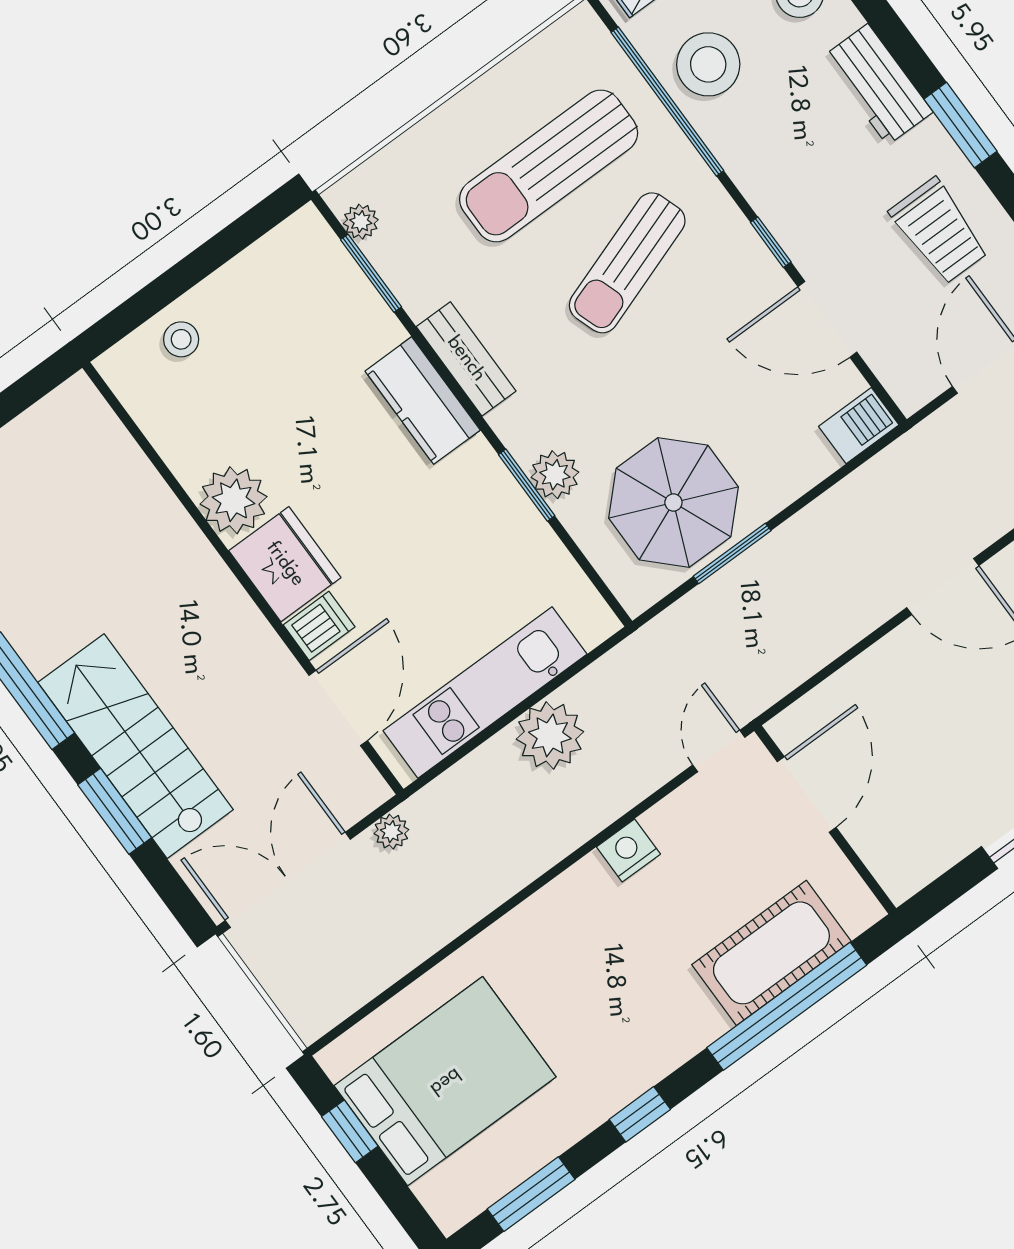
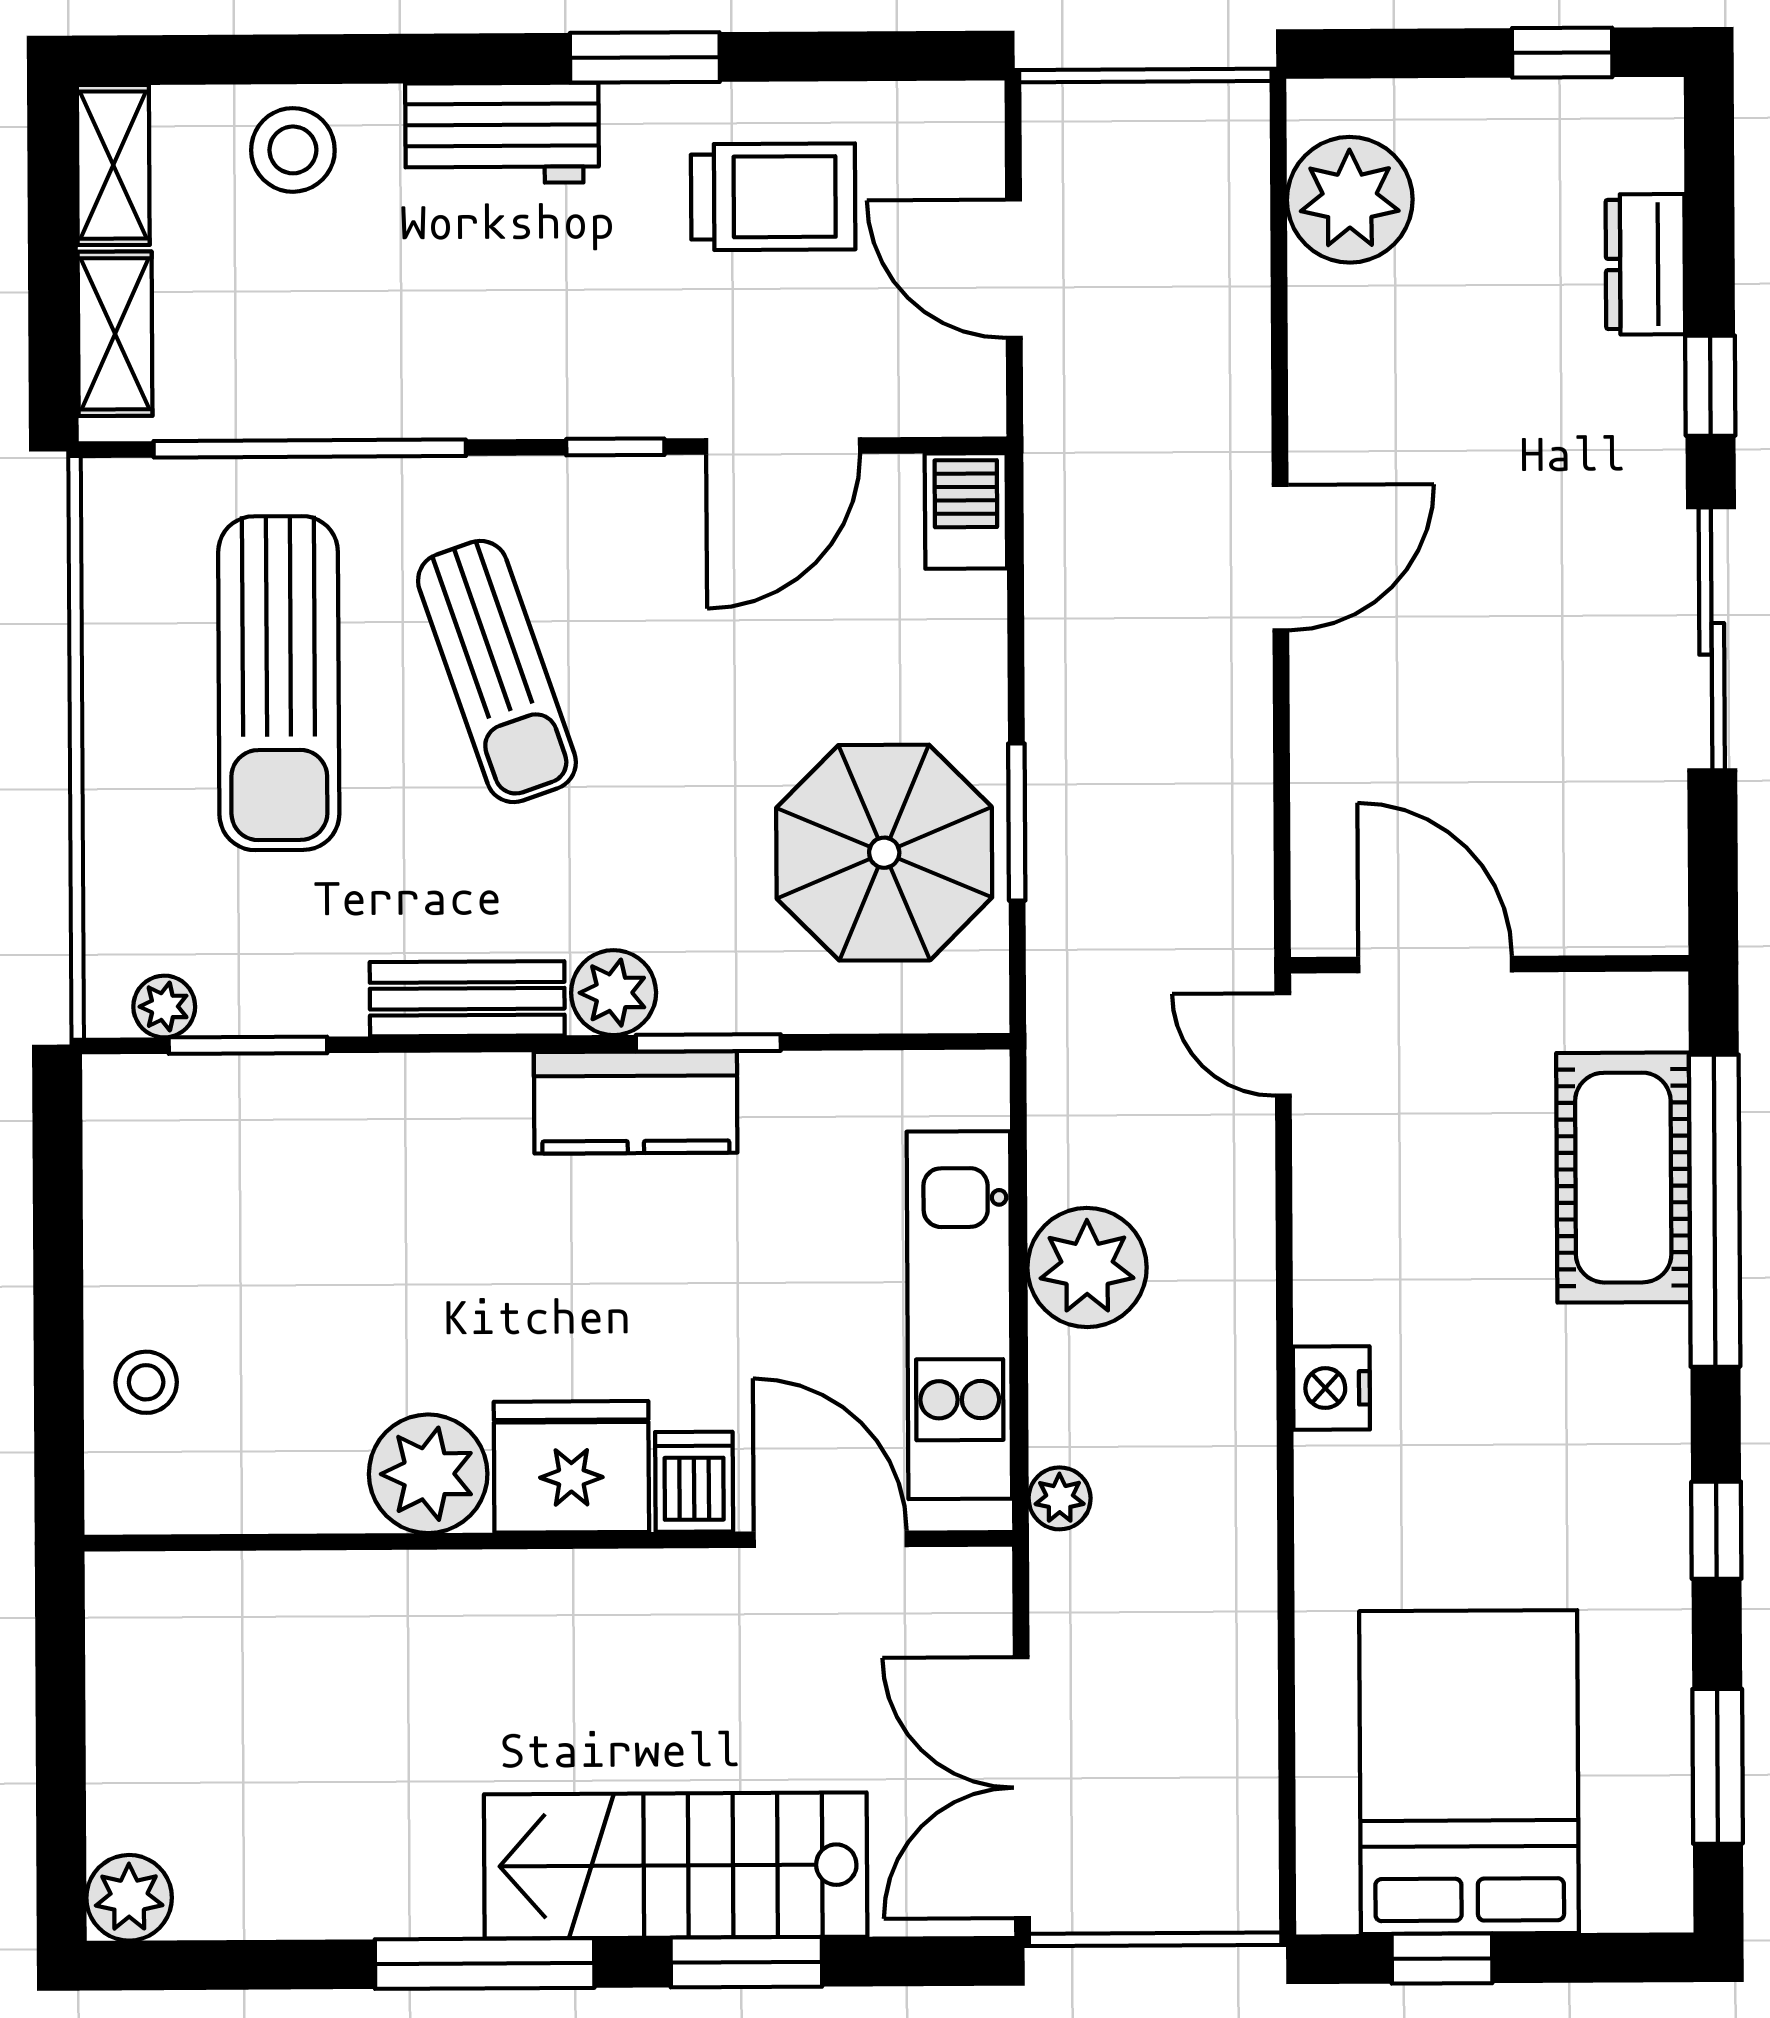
stool: (708, 64) -> (299, 352), removed
kitchen counter: (423, 401) -> (636, 1102), moved
plant: (555, 475) -> (614, 993), moved
plant: (391, 832) -> (1060, 1498), moved
nightstand: (628, 850) -> (1331, 1388), moved

